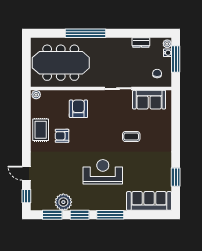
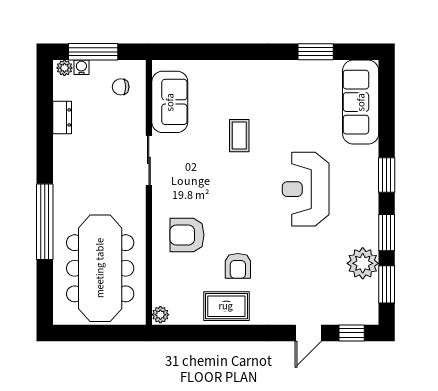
window: (110, 215) -> (387, 175), width x0.69

